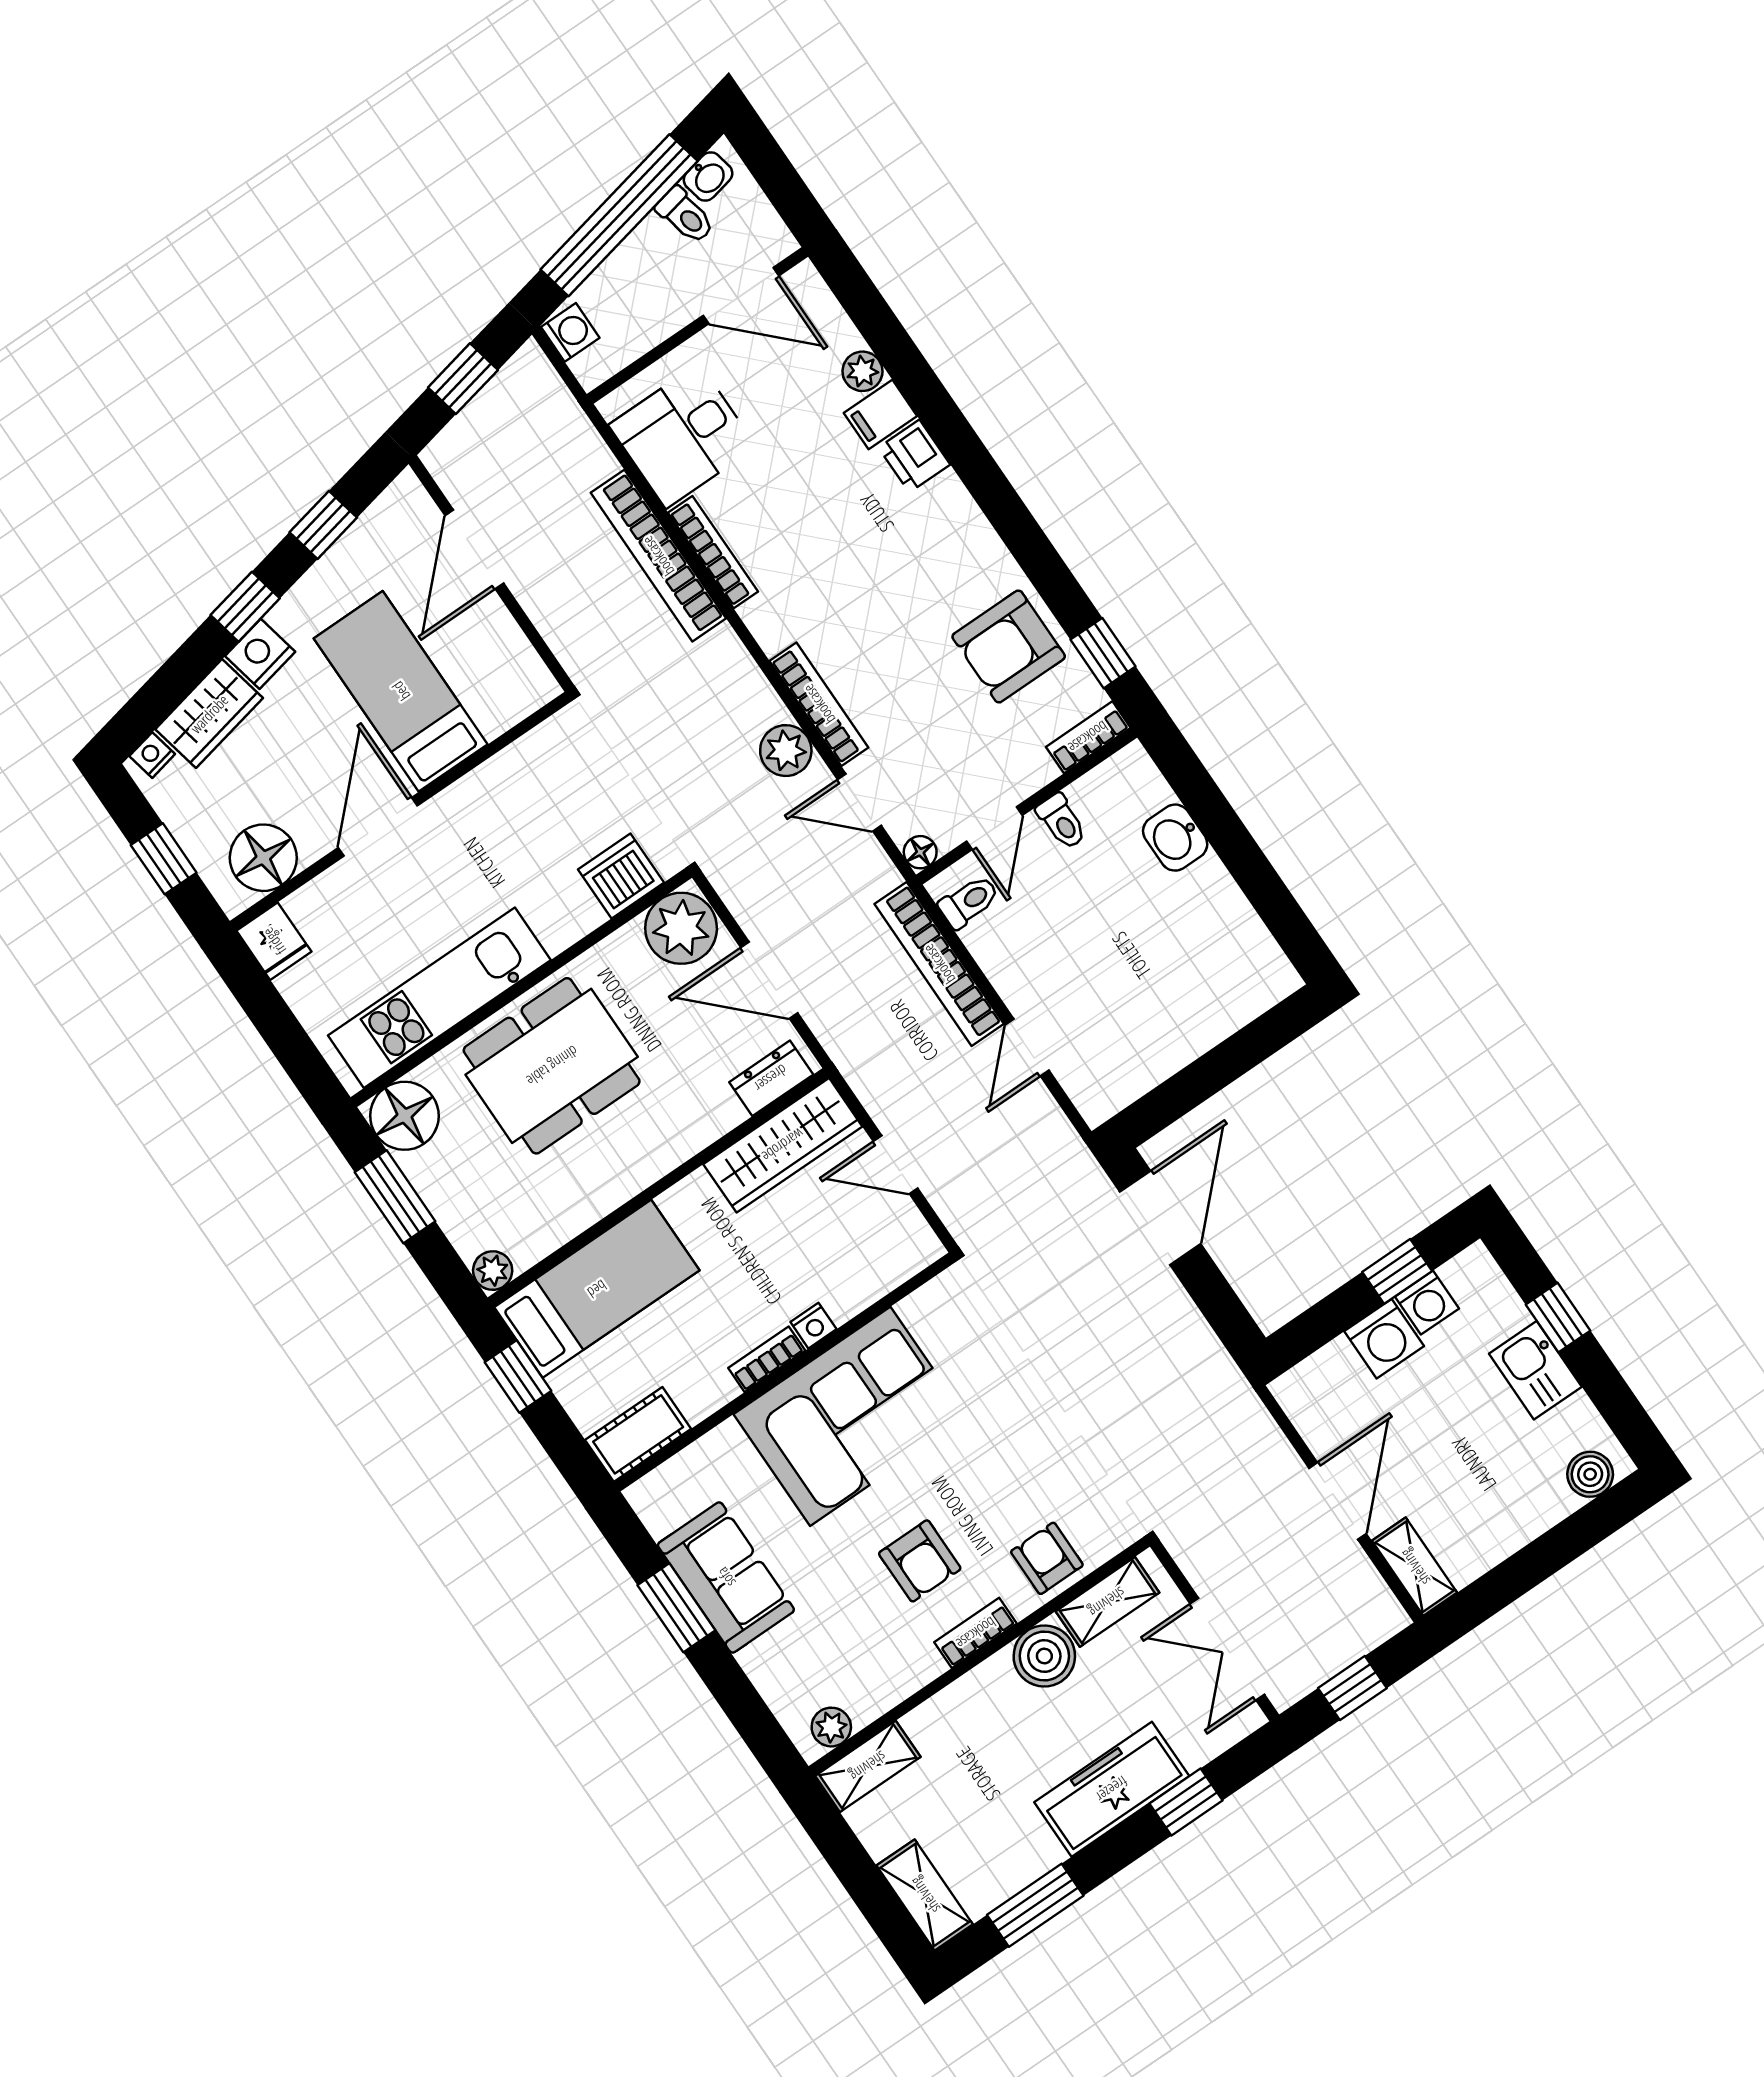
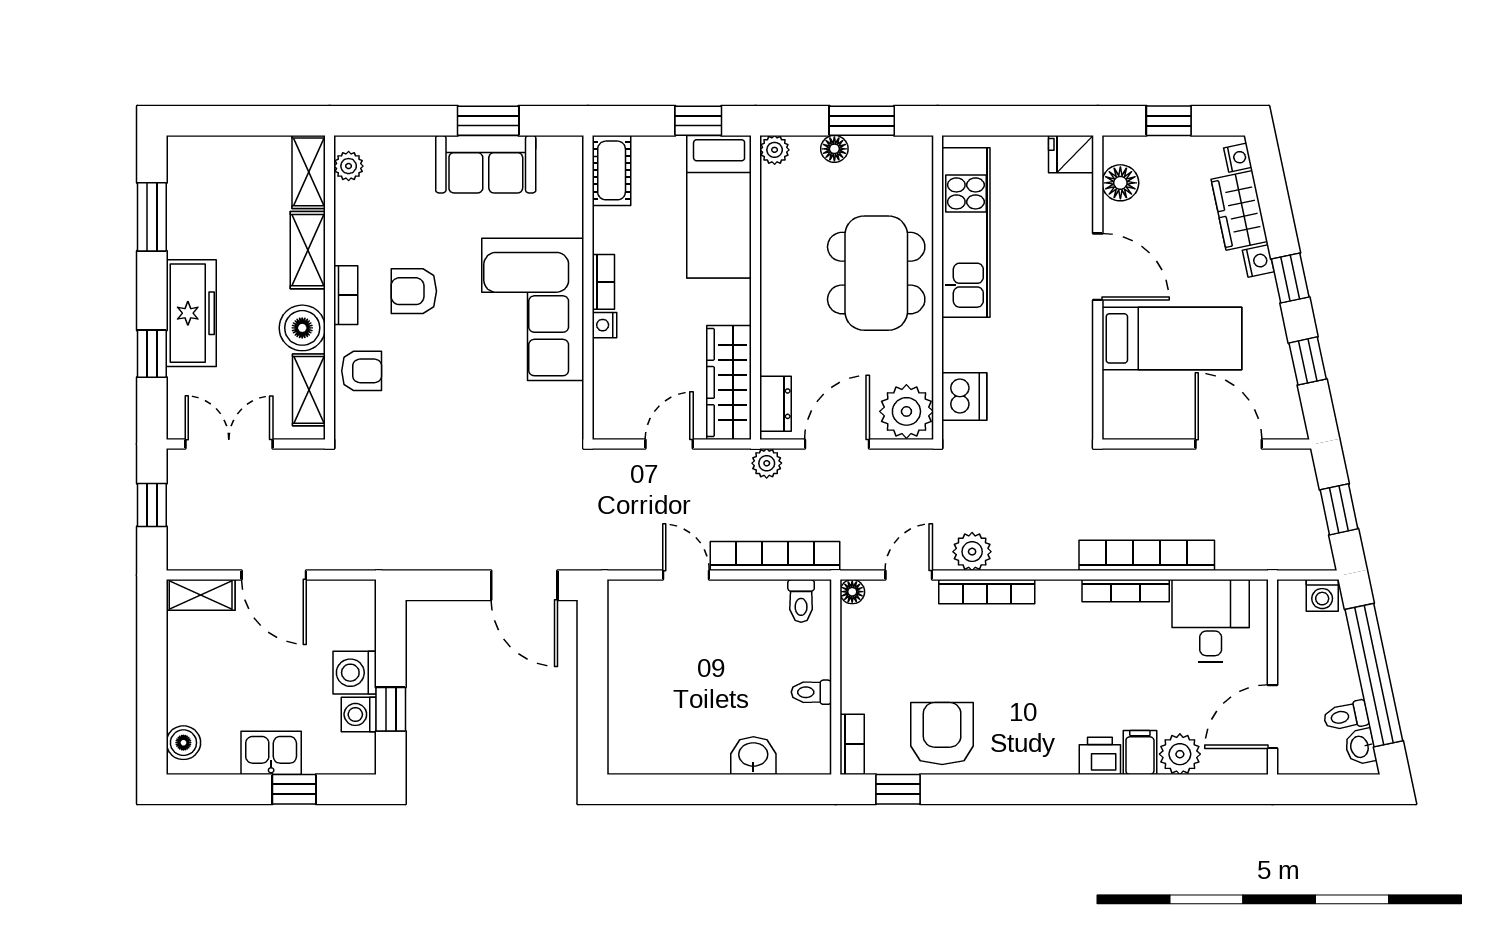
plant: (863, 371) -> (1180, 754), width x1.38, depth x1.38
nightstand: (260, 654) -> (1258, 261), width x0.72, depth x0.74
door: (994, 828) -> (836, 648), removed
floor lamp: (263, 858) -> (1120, 183), width x0.73, depth x0.73
plant: (843, 1043) -> (767, 463), added
floor lamp: (404, 1116) -> (834, 149), moved, width x0.53, depth x0.53
shelving: (925, 1895) -> (308, 250), moved, turned 90

